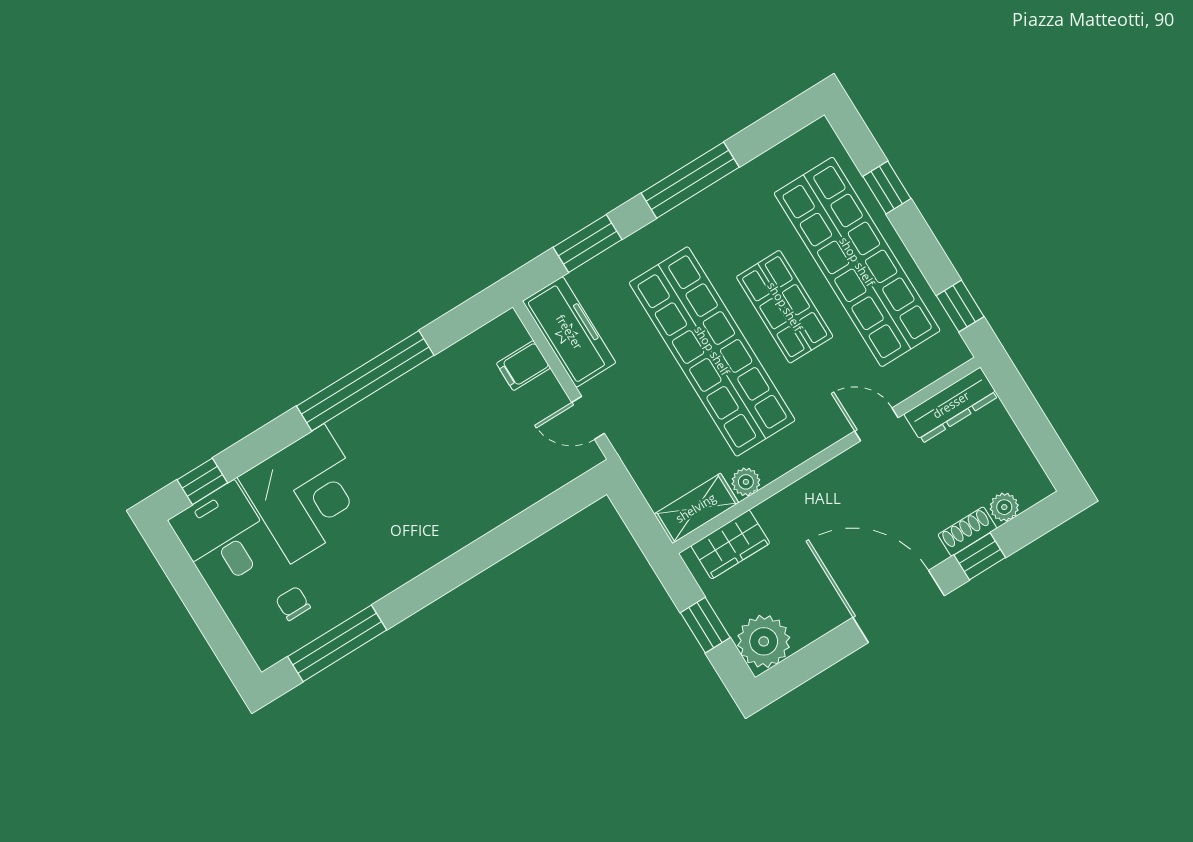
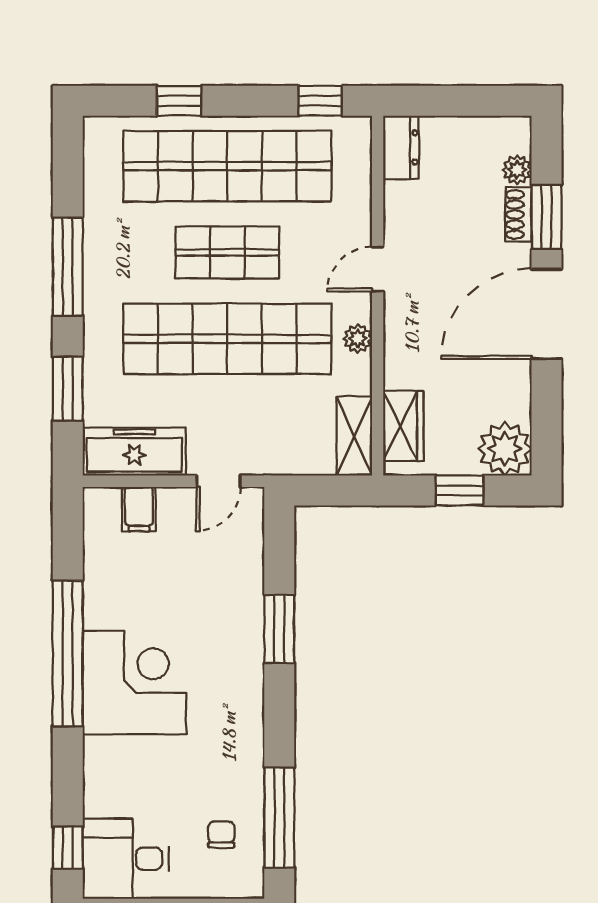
dresser: (951, 405) -> (401, 147), width x0.70
door: (876, 424) -> (378, 269), moved
plant: (746, 482) -> (358, 339), moved
corner desk: (307, 494) -> (134, 682), moved
window: (495, 546) -> (279, 629), added
window: (980, 556) -> (546, 217), width x1.50
chair: (293, 603) -> (221, 834), turned 90

